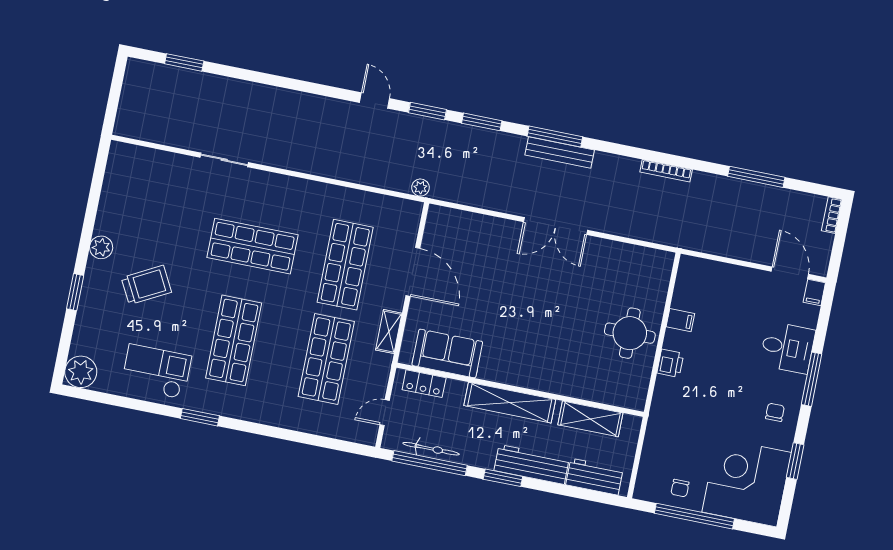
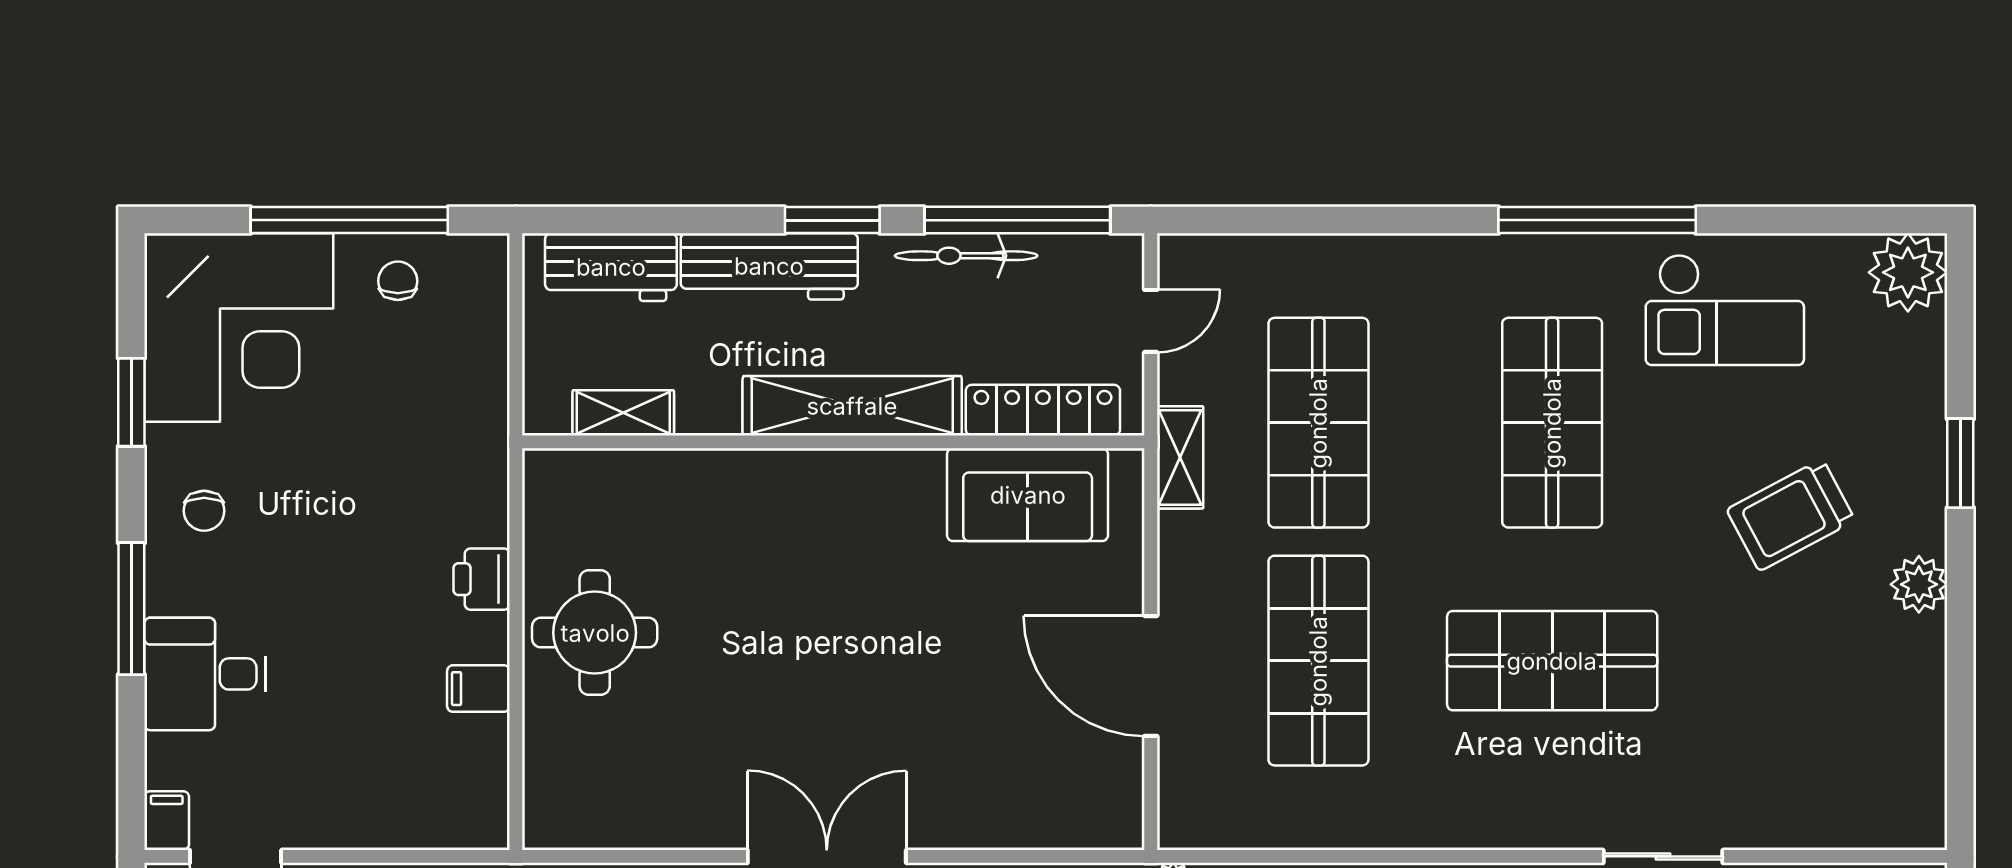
shelving: (389, 332) -> (1180, 457), moved
locker: (424, 384) -> (1043, 410), width x1.53
window: (200, 417) -> (1597, 220), width x2.11
shelving: (590, 419) -> (623, 413), width x0.67, depth x0.75
bicycle: (431, 449) -> (966, 256), moved

